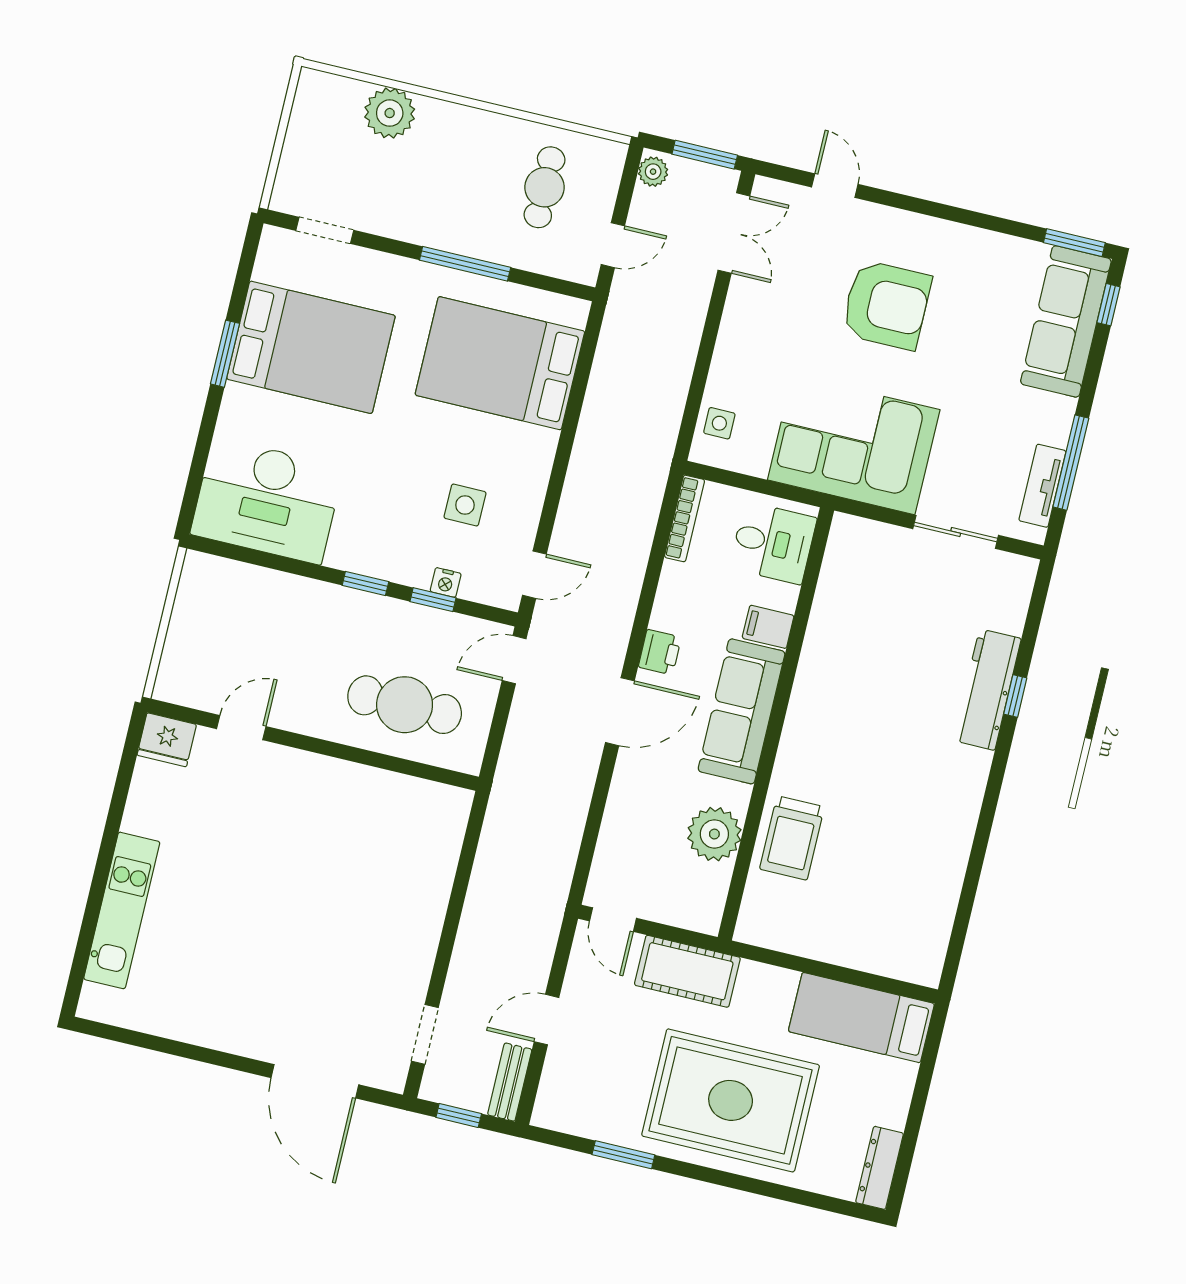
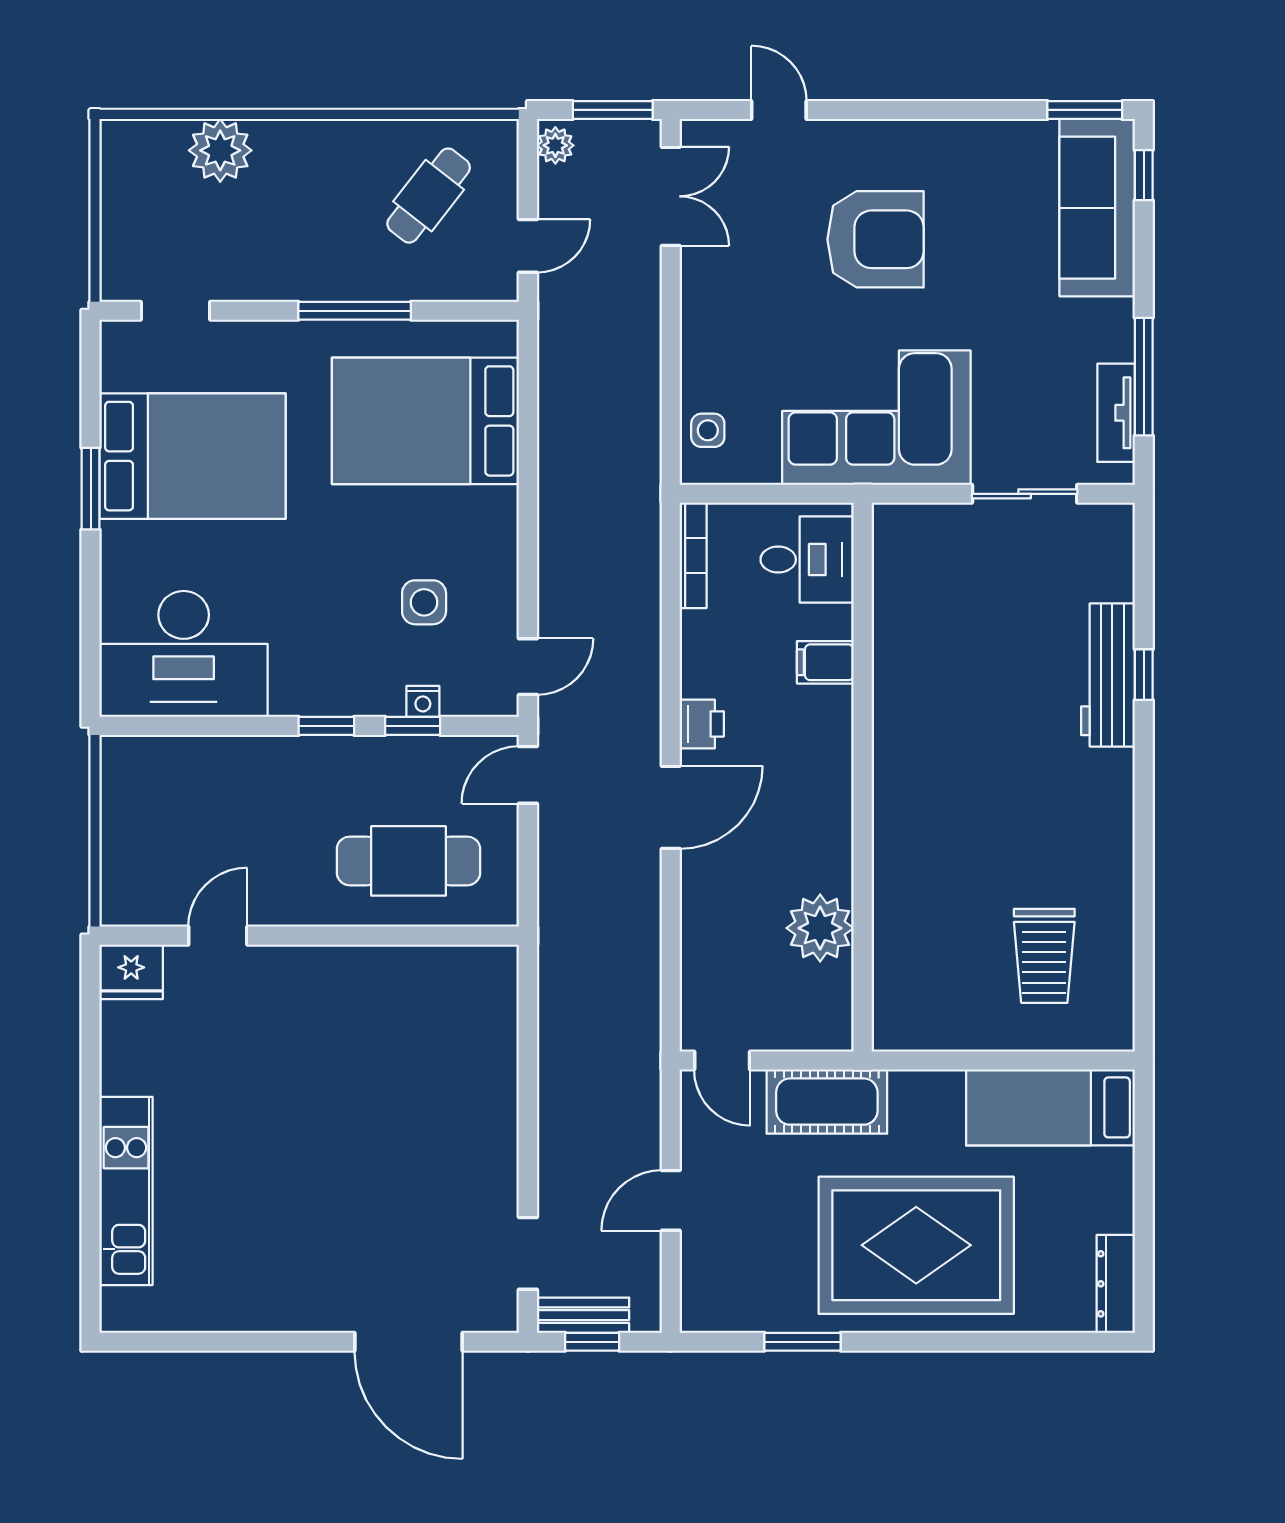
cafe table: (544, 187) -> (429, 196), turned 38
sofa: (742, 711) -> (818, 772), removed
trolley: (792, 838) -> (1044, 956), moved
bench: (510, 1082) -> (583, 1315), moved, turned 90

